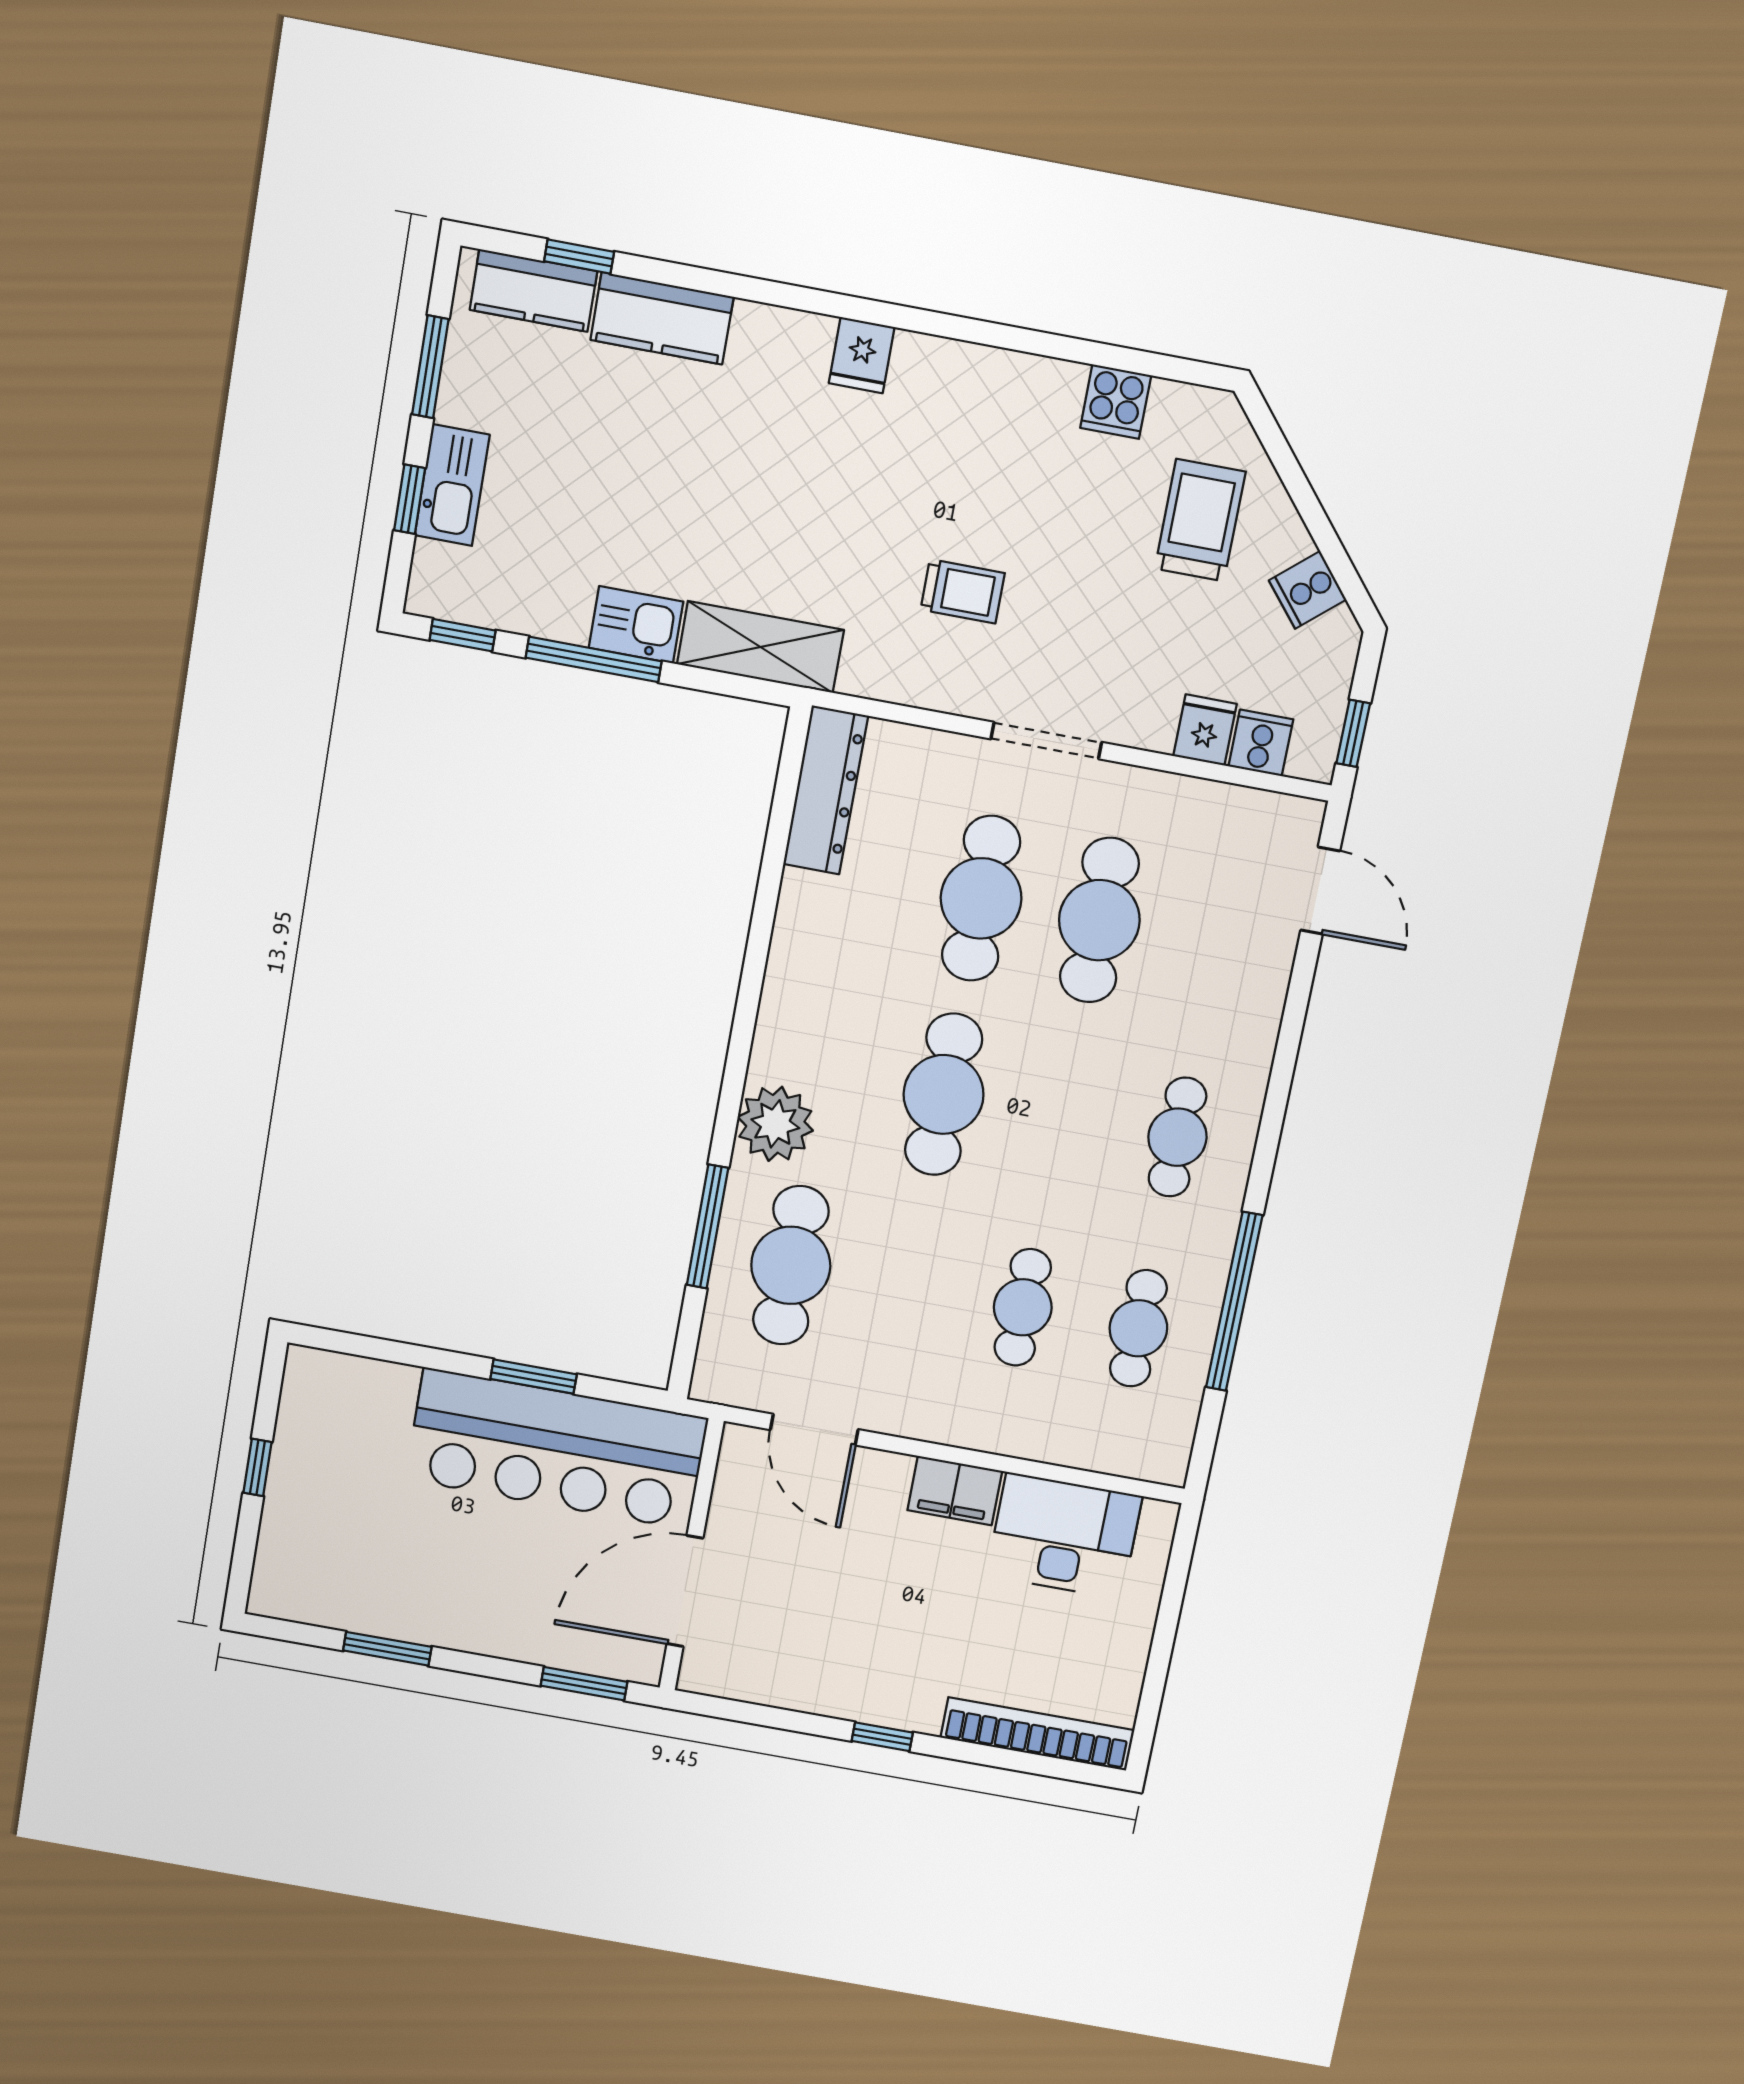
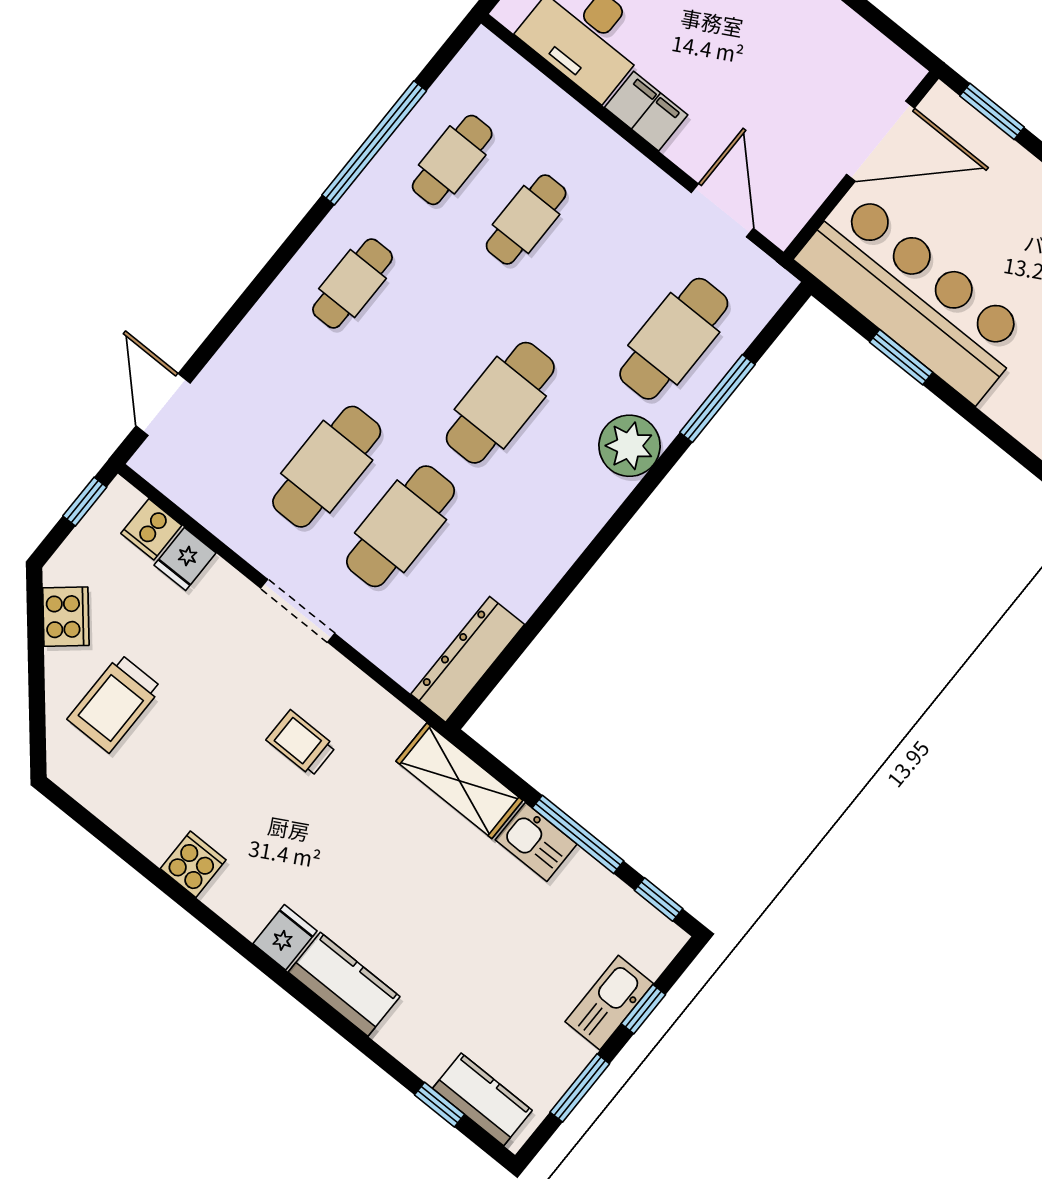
kitchen counter: (662, 318) -> (344, 984), moved
cooker: (1116, 402) -> (193, 864), moved
cooker: (1308, 590) -> (66, 617), width x1.36

